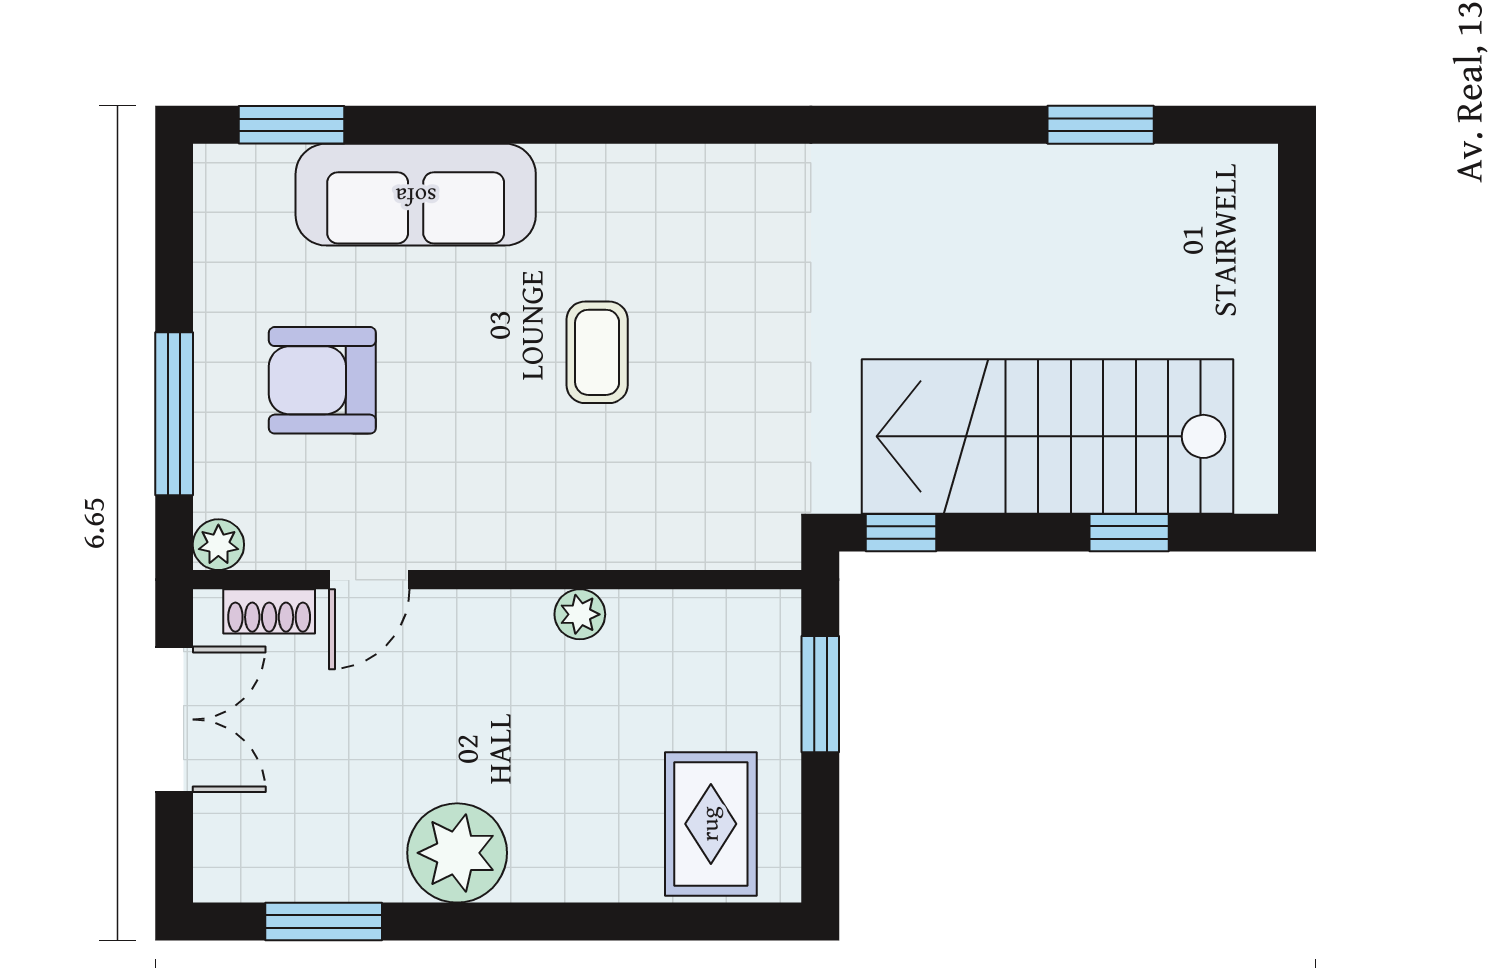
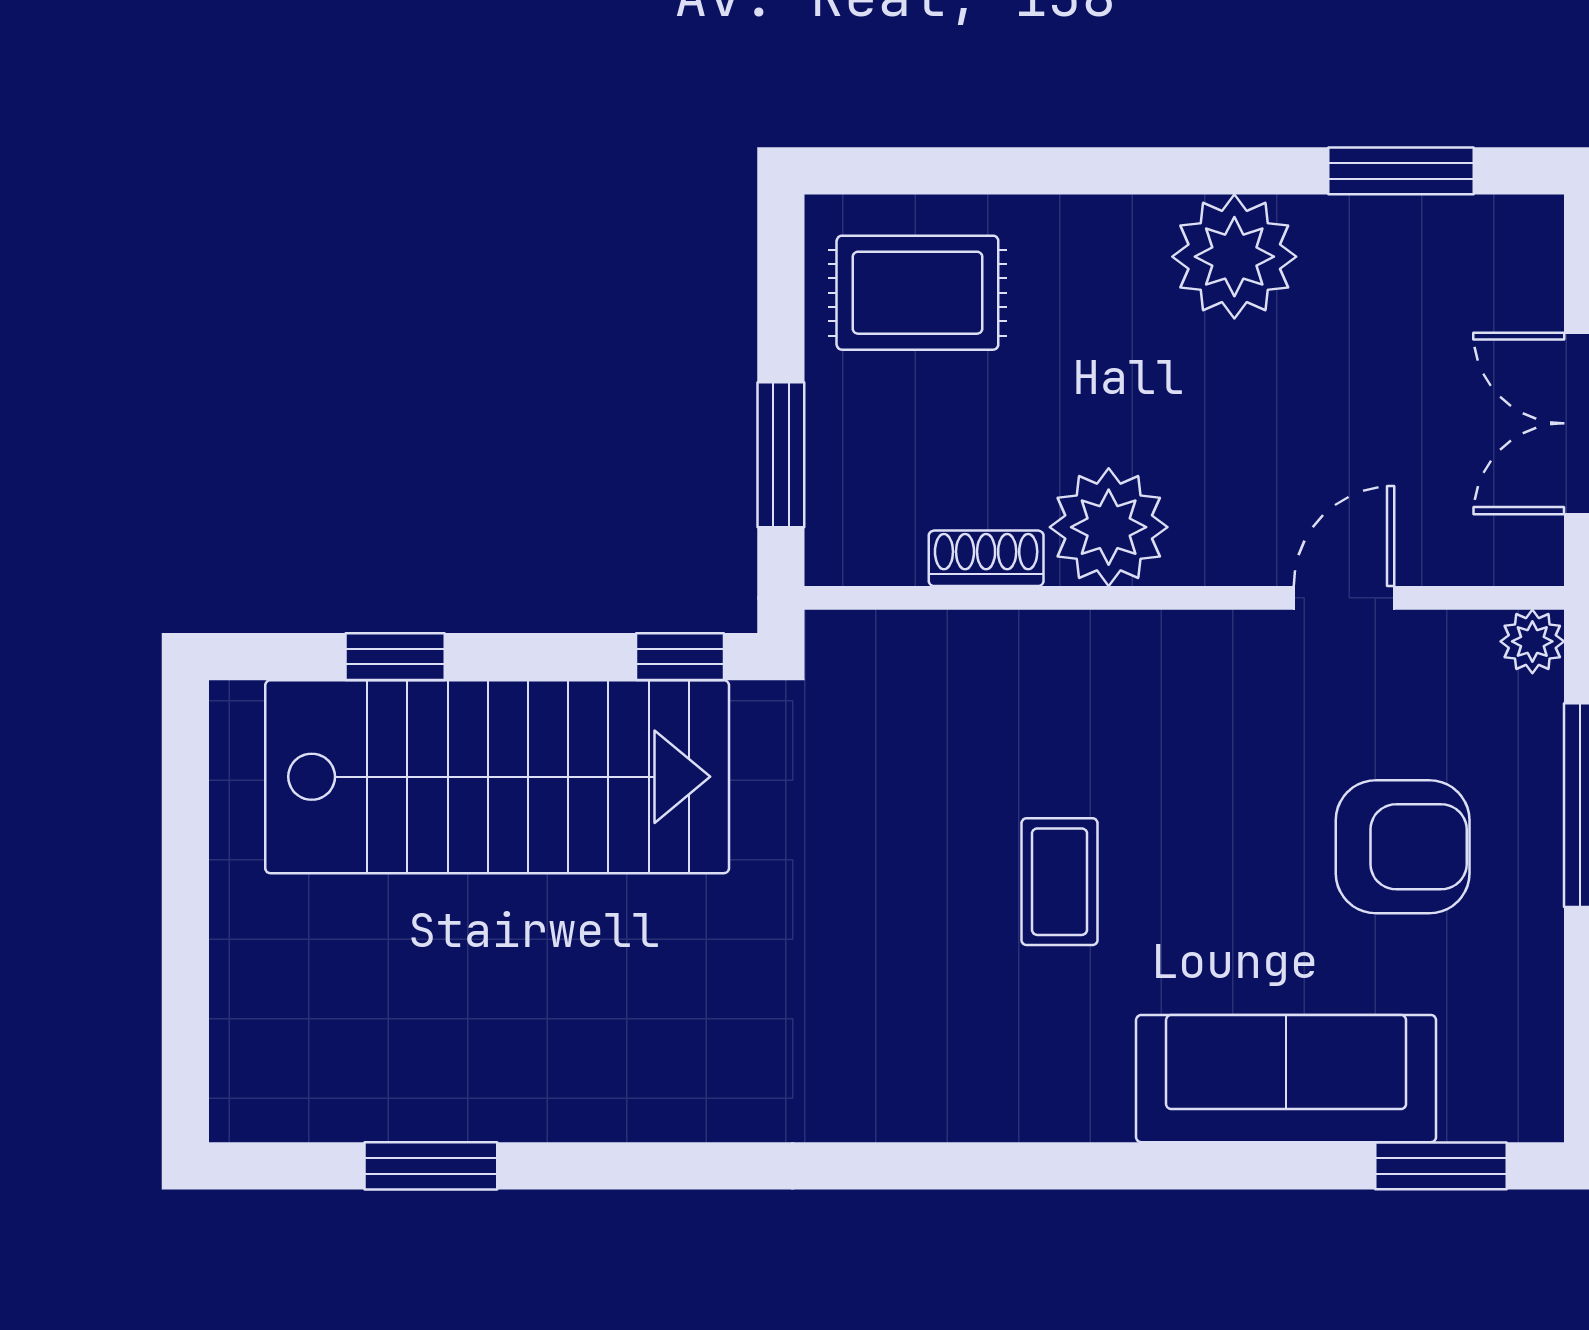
shoe rack: (269, 611) -> (986, 558), moved
plant: (580, 614) -> (1109, 527), width x1.88, depth x1.88
rug: (711, 824) -> (917, 293), turned 90

